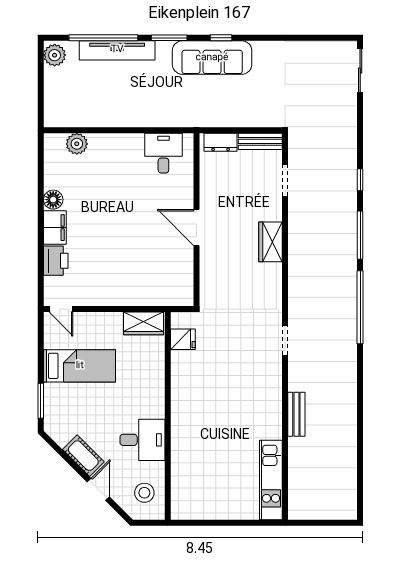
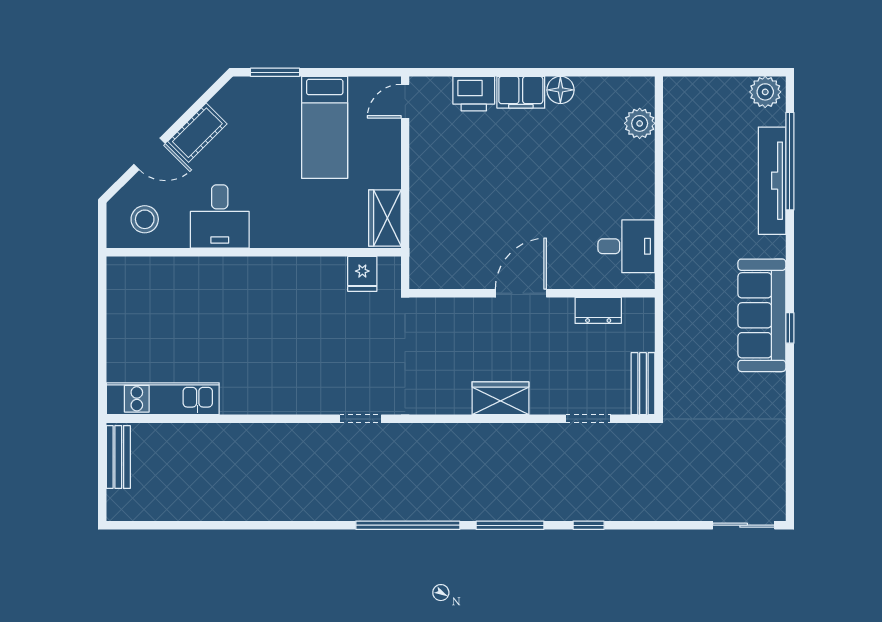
window: (169, 38) -> (790, 254), removed
dresser: (221, 142) -> (598, 310), moved, turned -90
bench: (296, 414) -> (118, 457), moved, turned 90

